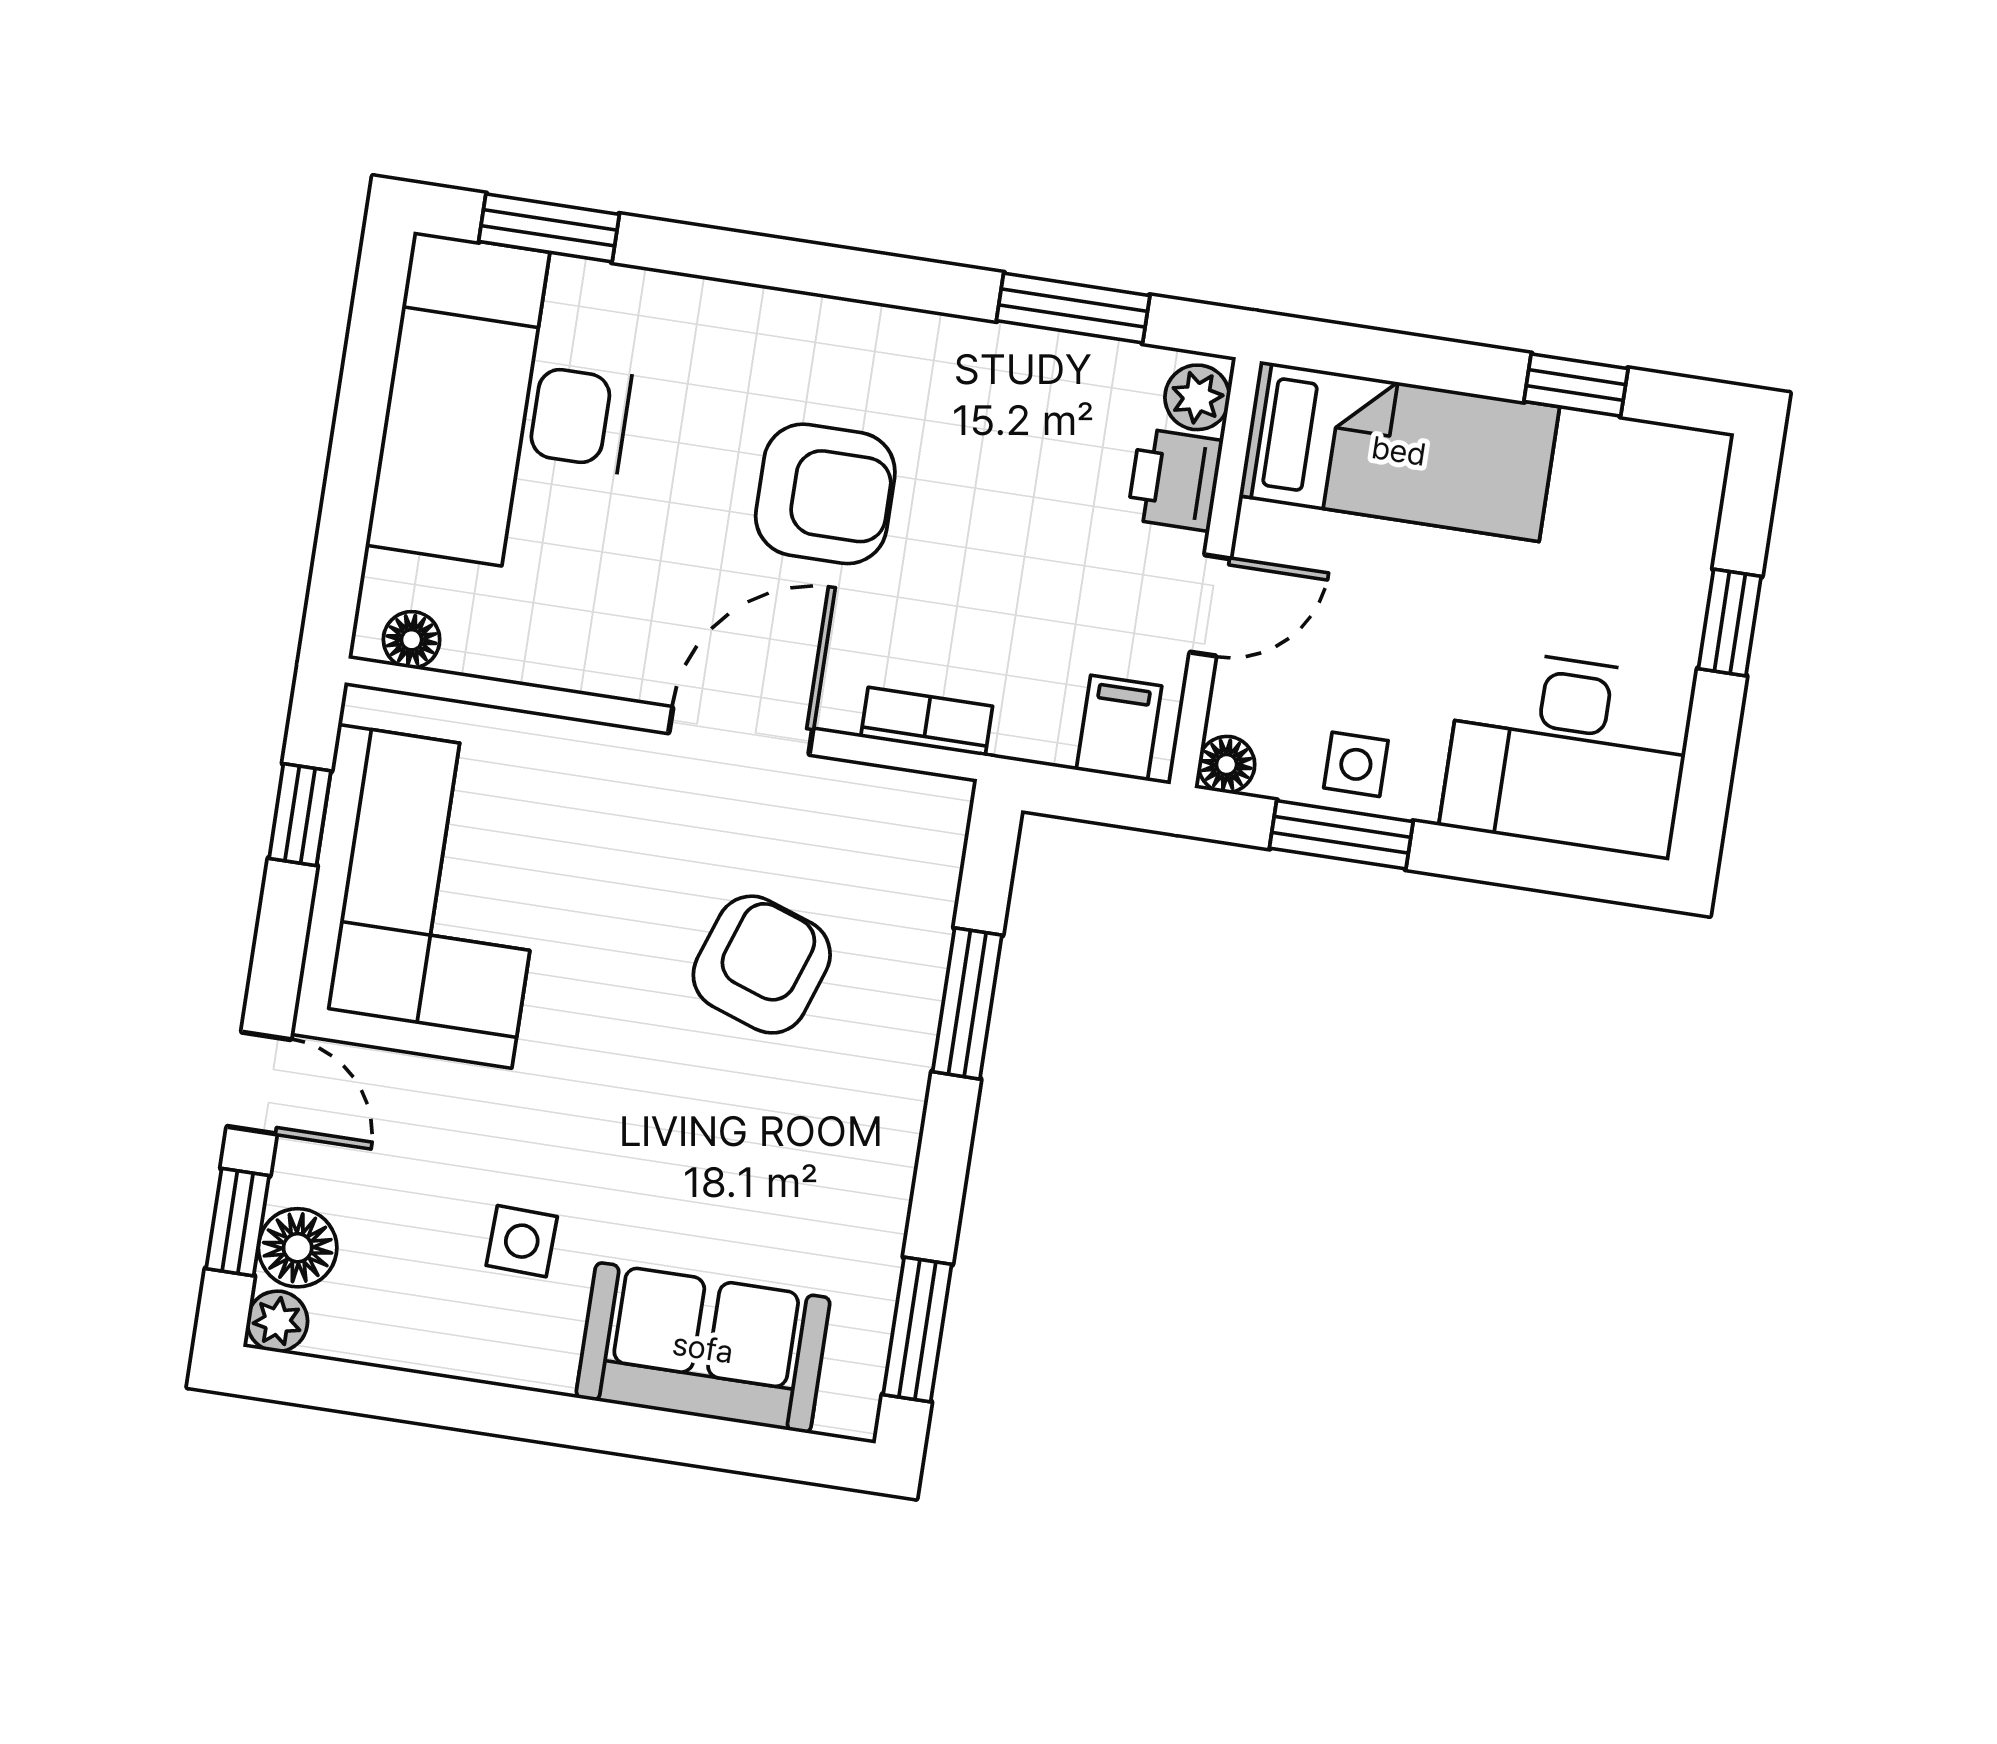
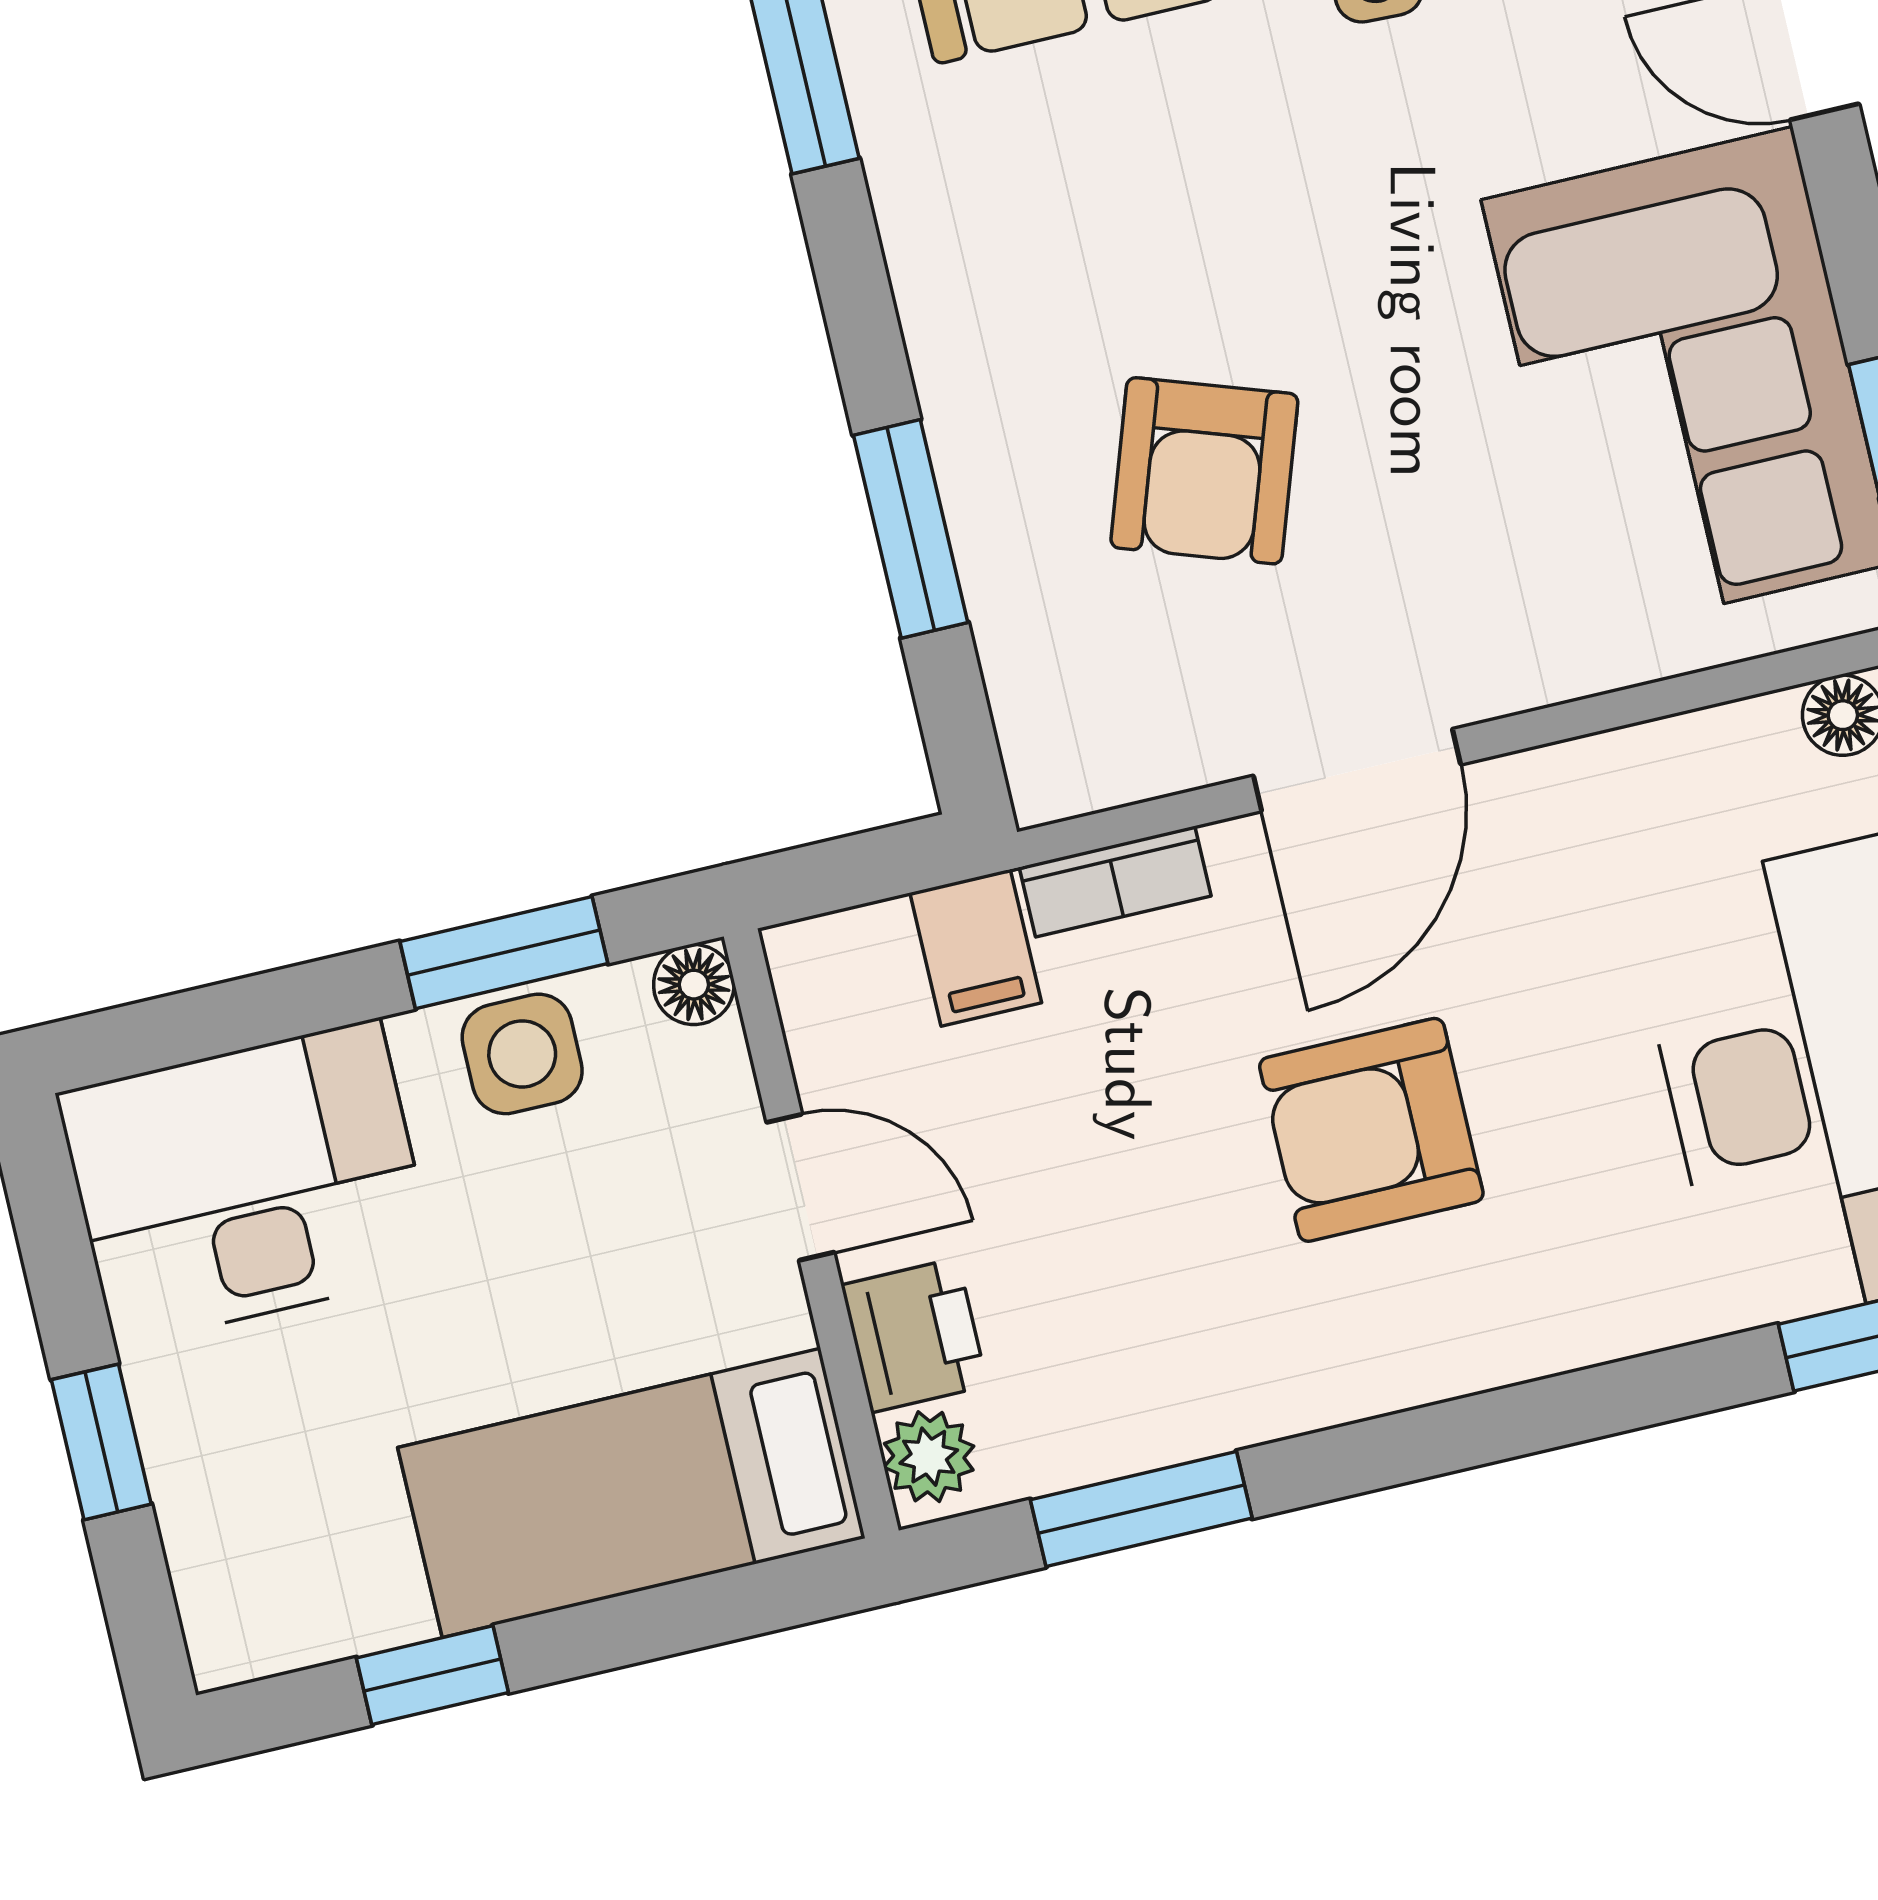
door: (1210, 605) -> (800, 1187), swing flipped
filing cabinet: (1119, 728) -> (976, 948), moved
side table: (1356, 764) -> (522, 1054), width x1.37, depth x1.37

